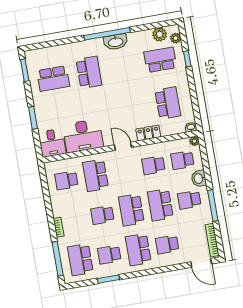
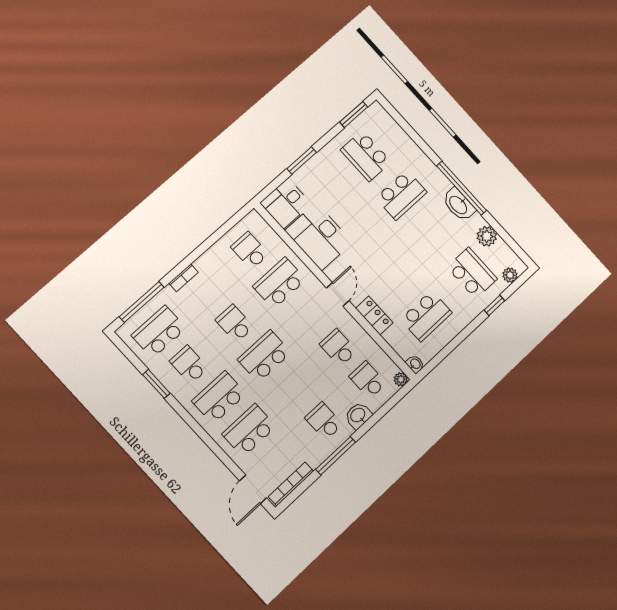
plant: (160, 34) -> (487, 236), moved
school desk: (160, 205) -> (294, 389), removed
school desk: (167, 245) -> (249, 430), width x1.85

